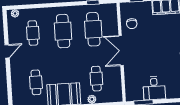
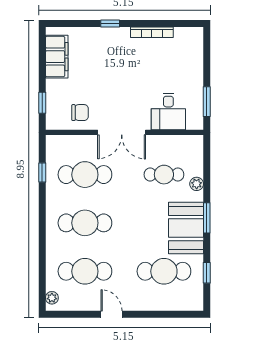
cafe table: (33, 33) -> (85, 271), width x1.37, depth x1.35
cafe table: (36, 82) -> (164, 271), width x1.37, depth x1.35
desk: (154, 88) -> (168, 111), moved, turned 90

